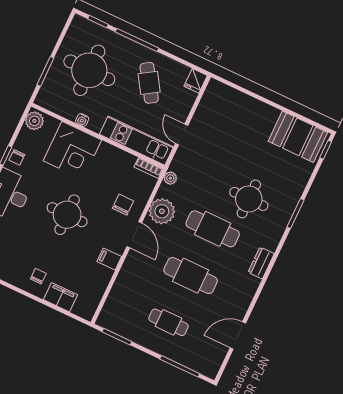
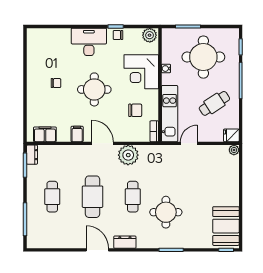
plant: (170, 178) -> (234, 150), moved
chair: (123, 205) -> (135, 110), moved
cafe table: (213, 229) -> (133, 197), width x0.73, depth x0.74
door: (134, 235) -> (103, 143), swing flipped
chair: (38, 276) -> (56, 83), moved
filing cabinet: (61, 297) -> (45, 134), moved, turned -90
dresser: (109, 323) -> (32, 155), added
door: (238, 336) -> (97, 250), moved

